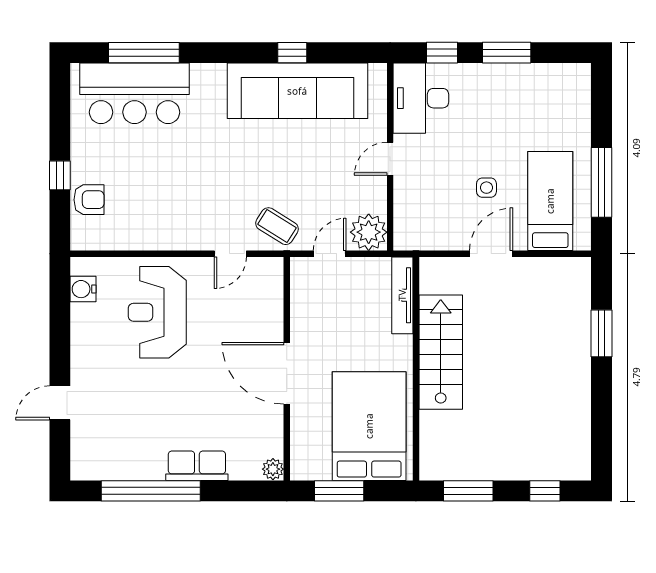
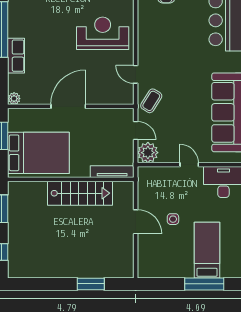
window: (601, 182) -> (204, 284), moved
bed: (550, 201) -> (207, 250), moved, turned -90

